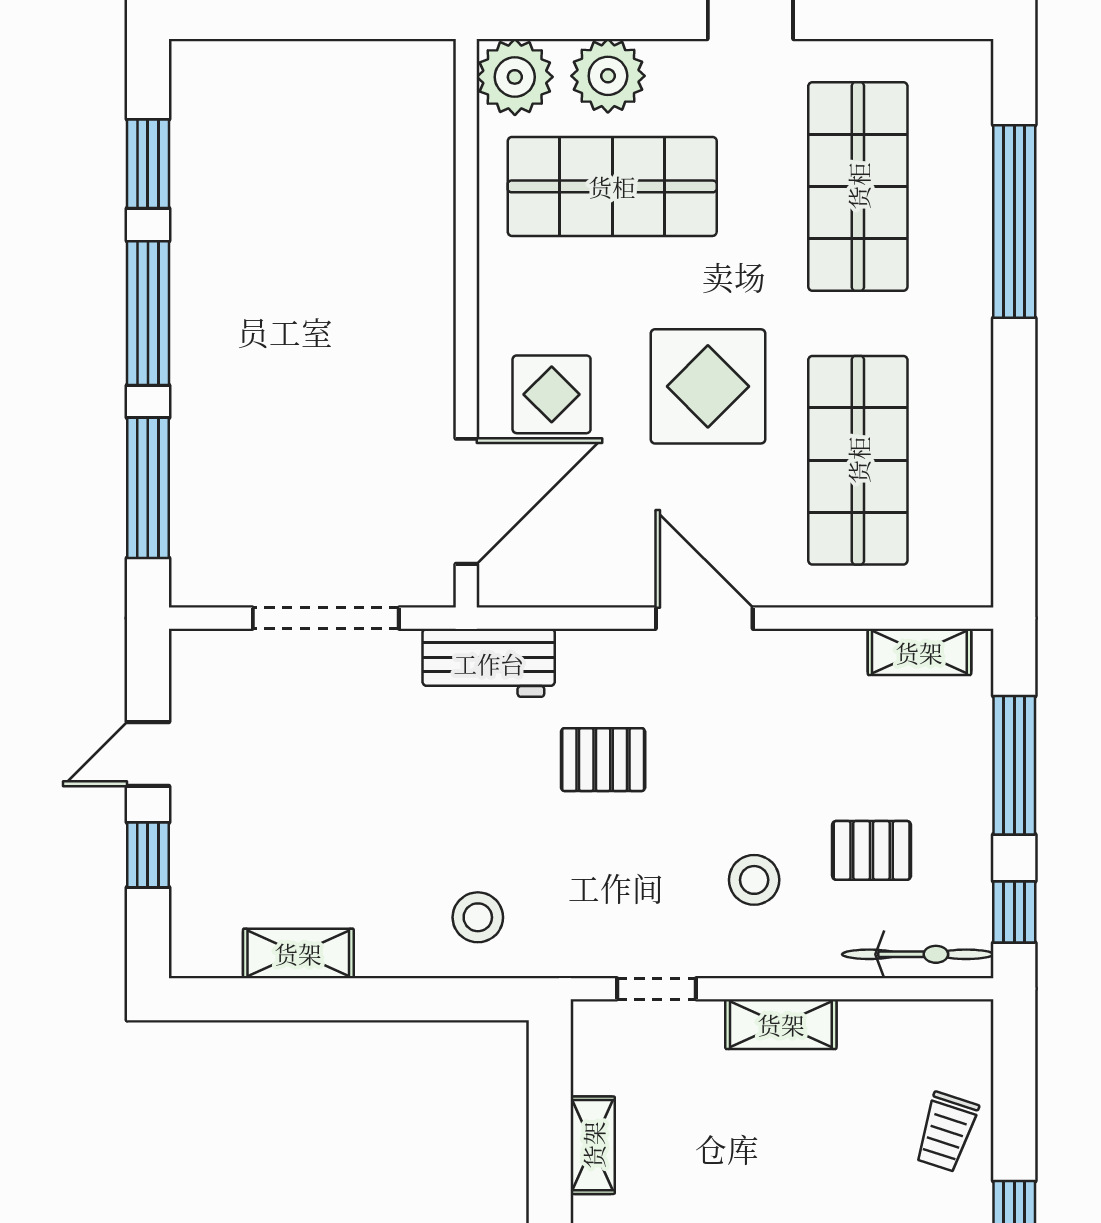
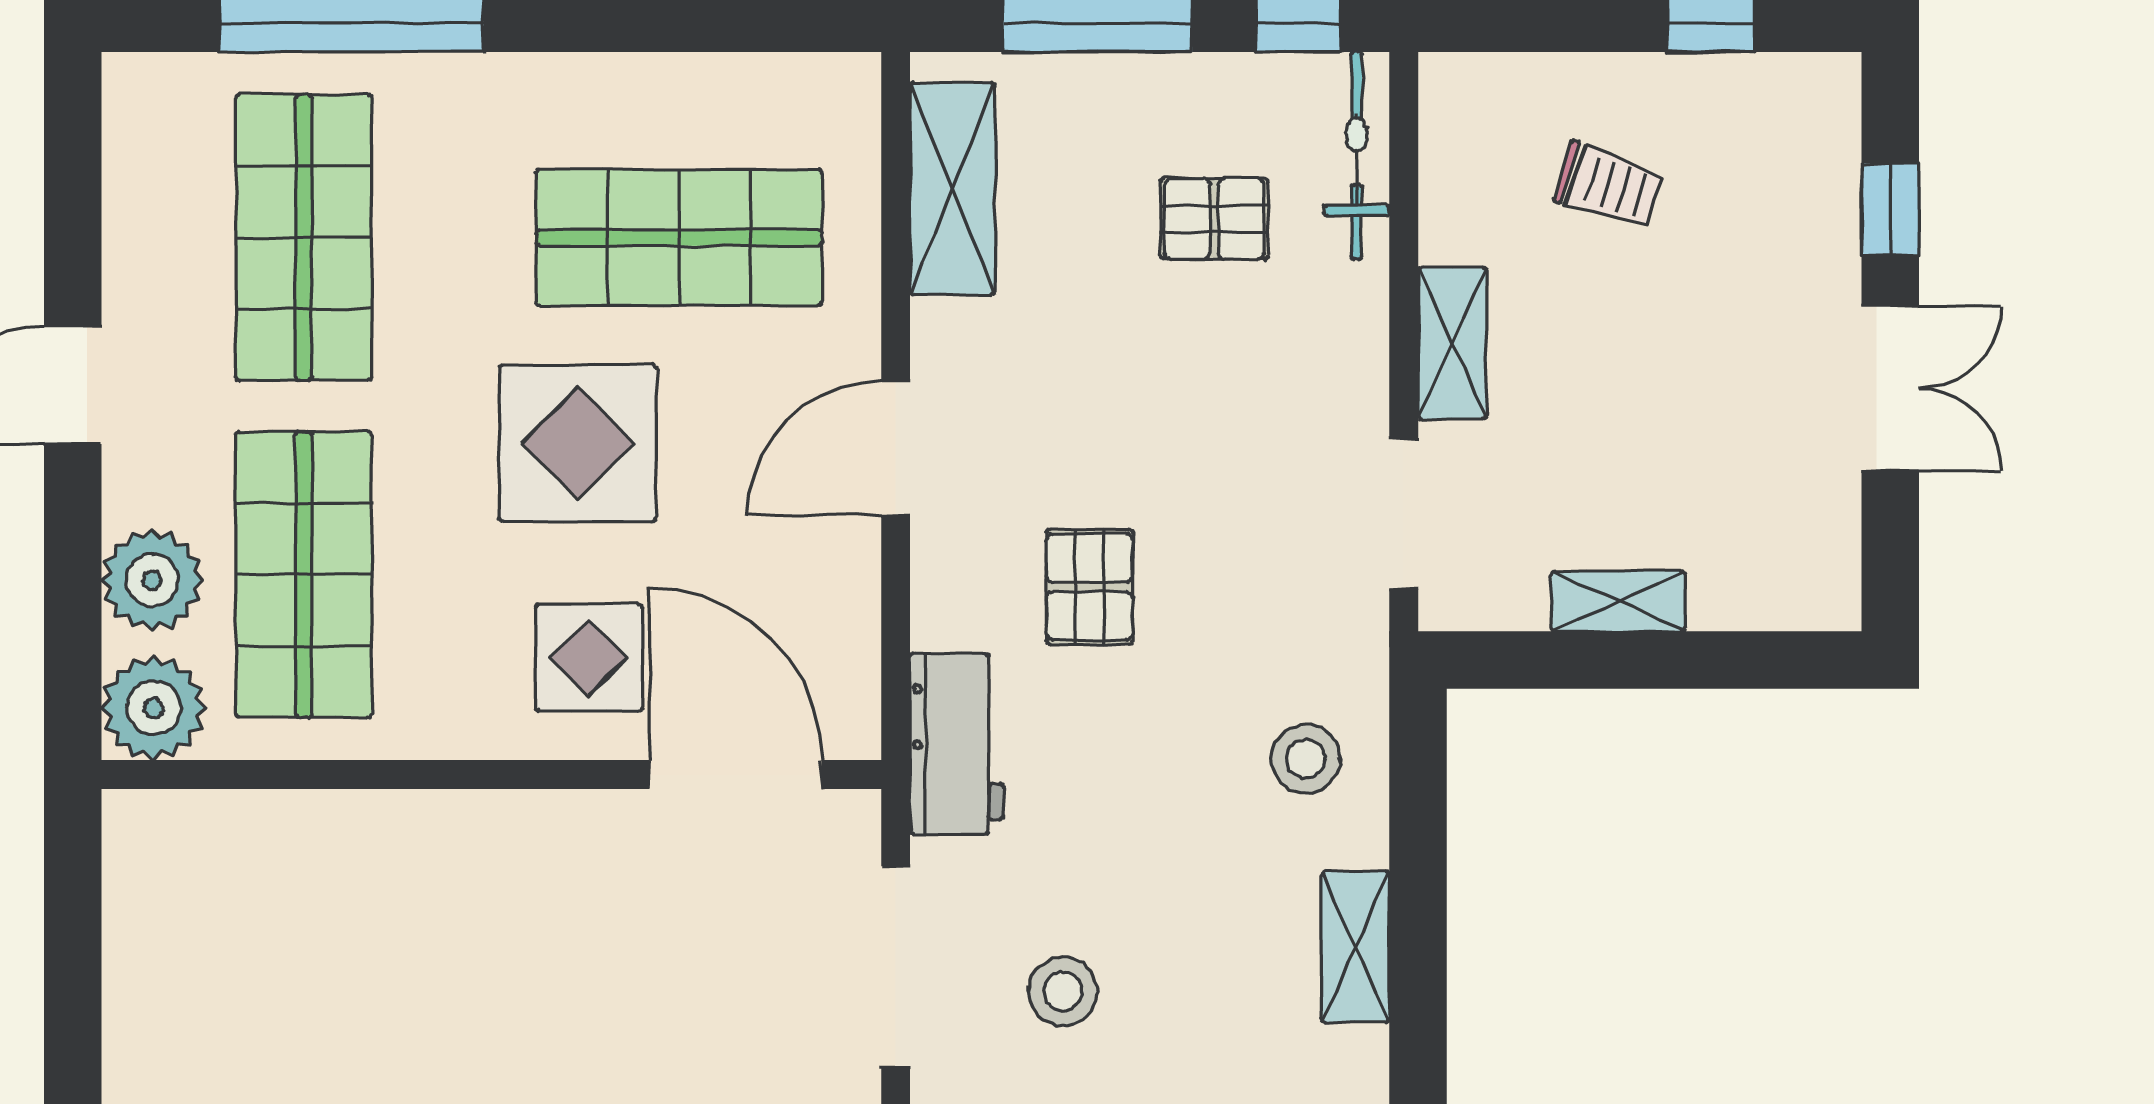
shop shelf: (858, 186) -> (304, 238), turned 90
shelving: (919, 652) -> (952, 188), width x1.50, depth x1.33
pallet: (872, 850) -> (1214, 219), turned 90
stool: (754, 880) -> (1063, 991), moved
shelving: (298, 953) -> (1355, 947), moved
doorway: (656, 989) -> (1404, 514), width x1.38
trolley: (946, 1132) -> (1609, 185), moved

